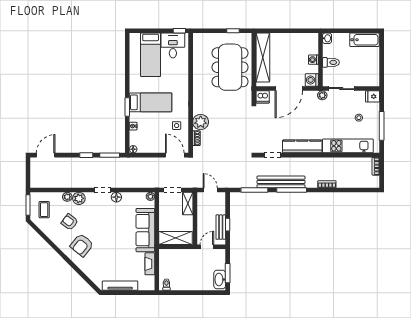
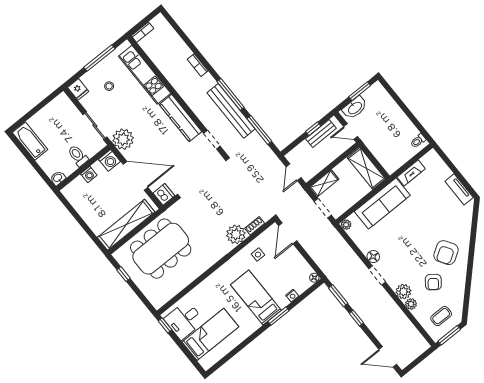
plant: (322, 95) -> (123, 139), width x1.88, depth x1.88
armchair: (82, 245) -> (446, 253), turned 109
washbasin: (220, 280) -> (355, 108), moved
tv unit: (120, 286) -> (459, 189), width x0.71

